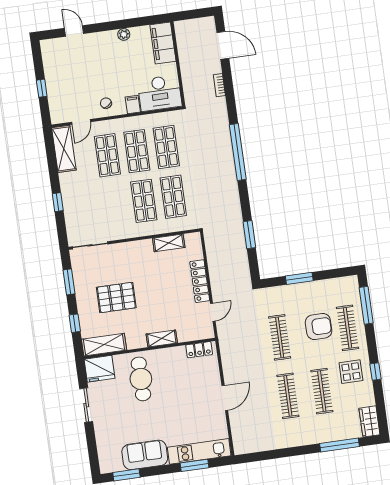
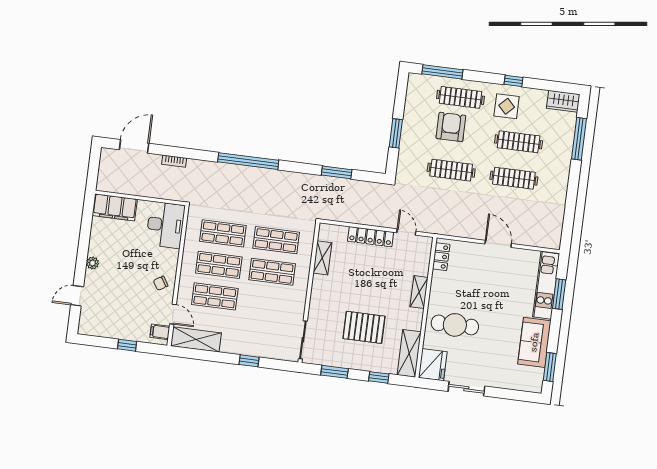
plant: (124, 34) -> (93, 263), moved
filing cabinet: (133, 105) -> (160, 332), moved
pallet: (116, 297) -> (364, 327), turned 90

